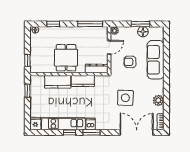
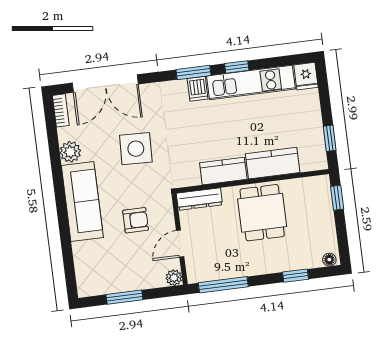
floor lamp: (143, 32) -> (118, 283), removed
sofa: (156, 60) -> (82, 201), moved

